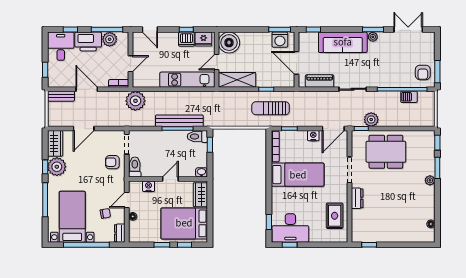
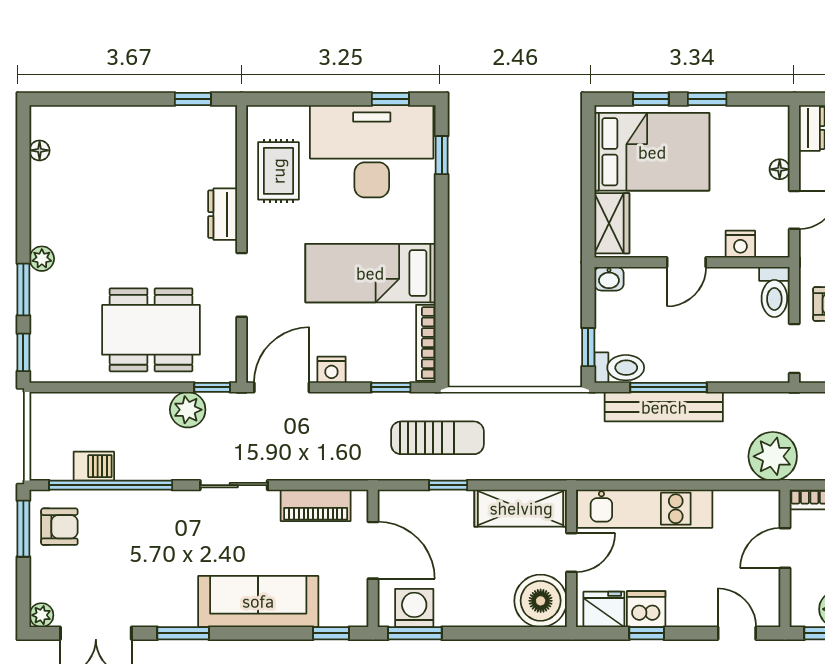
plant: (373, 37) -> (41, 615), moved
armchair: (423, 72) -> (59, 527), turned 90
desk: (290, 228) -> (372, 151), width x1.36, depth x1.30

